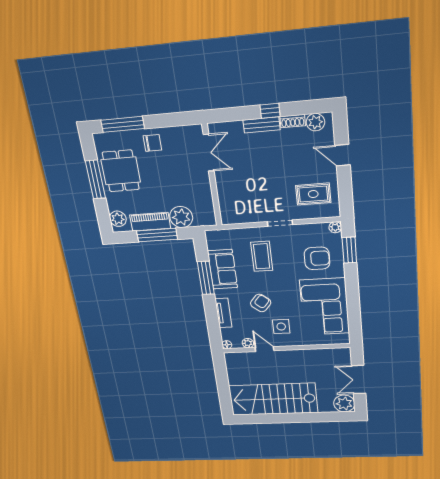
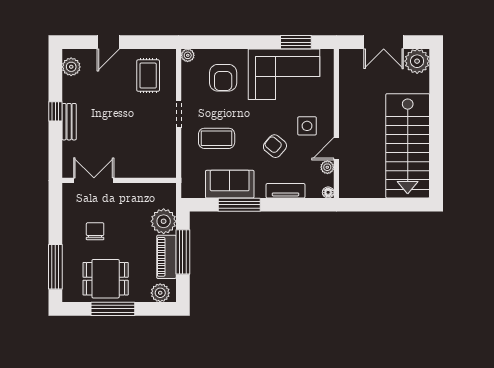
shoe rack: (293, 121) -> (68, 90), removed
chair: (152, 143) -> (95, 231), moved
window: (349, 250) -> (296, 42), moved
armchair: (317, 258) -> (223, 78), turned 180

